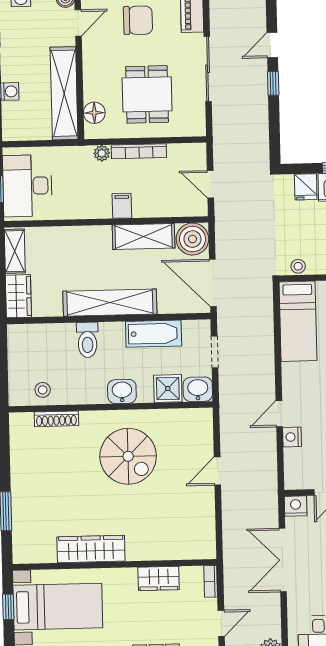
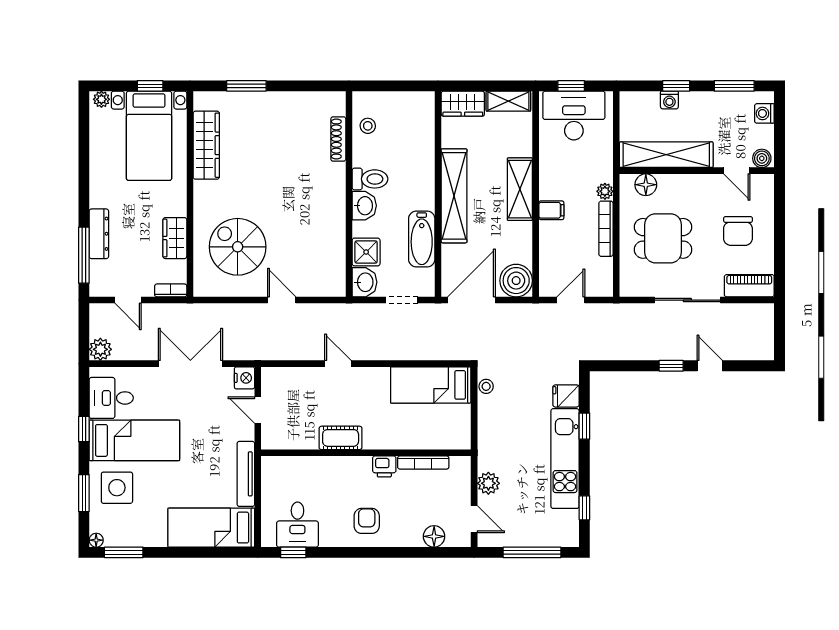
shelving: (144, 236) -> (520, 189), moved
toilet: (87, 340) -> (370, 179), moved, turned 180
nightstand: (292, 437) -> (314, 376), removed
spiral stairs: (128, 456) -> (238, 247), moved, turned 90
wardrobe: (91, 549) -> (206, 145), moved

